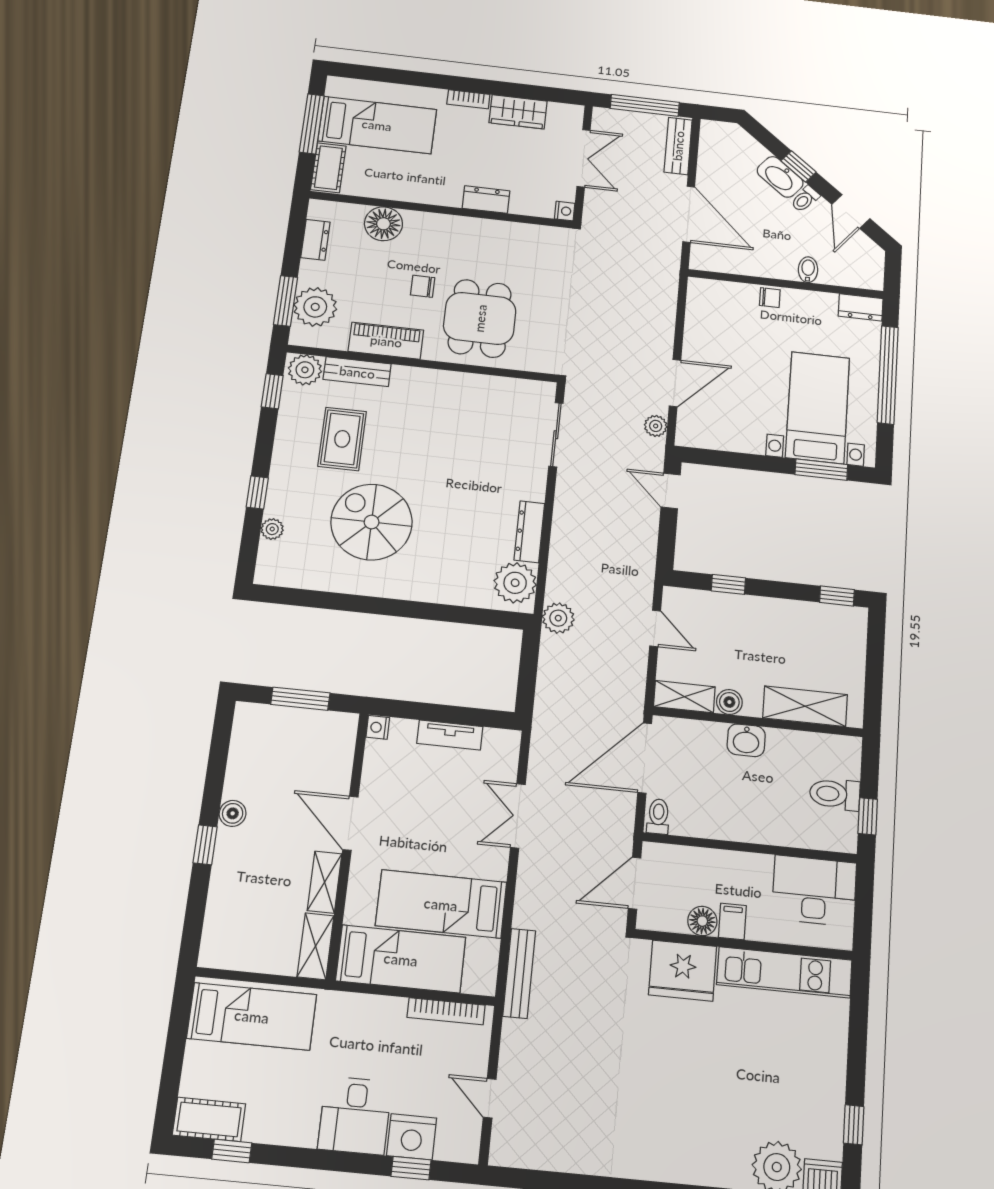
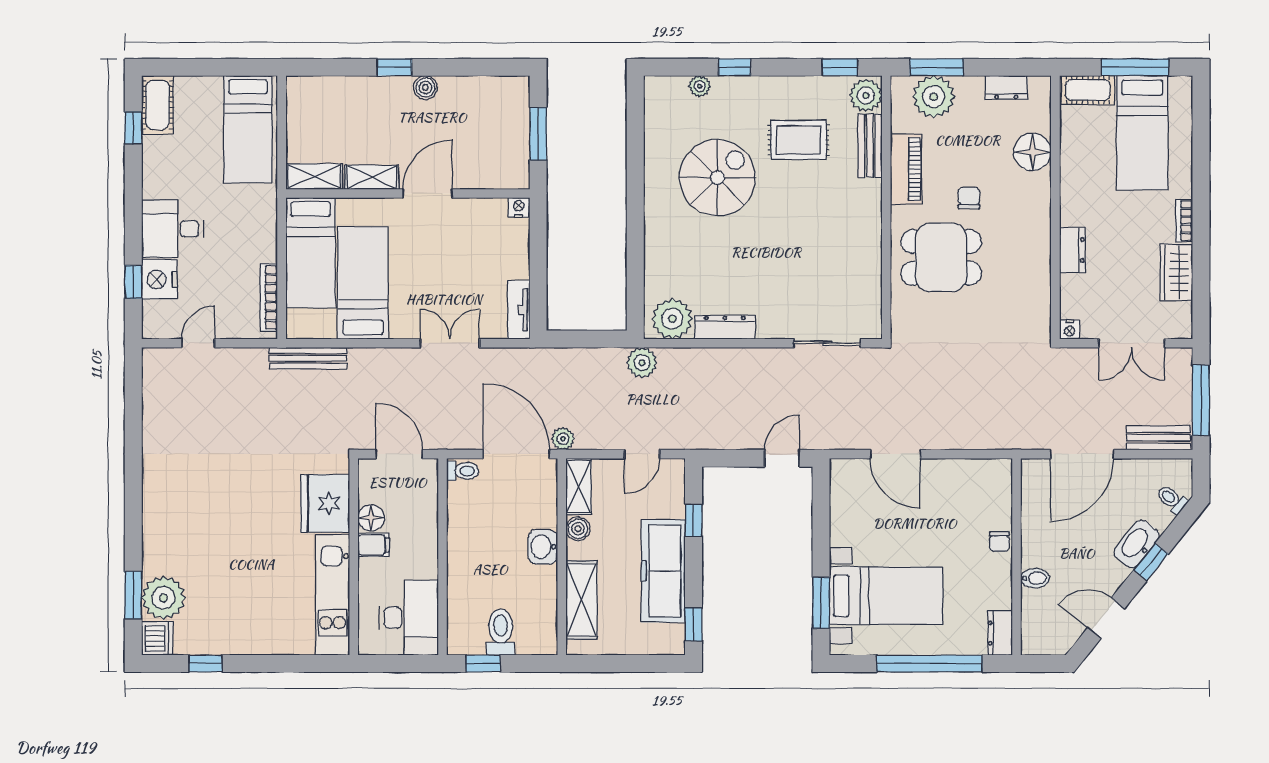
toilet: (805, 199) -> (1172, 499), moved
plant: (656, 426) -> (563, 439), moved
freezer: (779, 620) -> (663, 571), added
tv unit: (450, 735) -> (519, 310), moved

